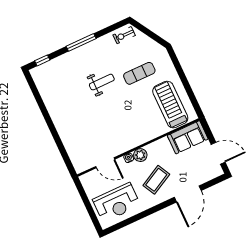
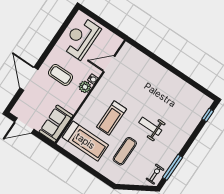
window: (81, 42) -> (173, 167), moved
weight bench: (102, 82) -> (150, 126), turned 90
treadmill: (133, 111) -> (112, 118), added
coffee table: (156, 180) -> (61, 75), turned -62

